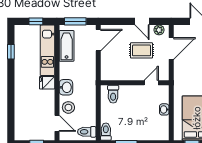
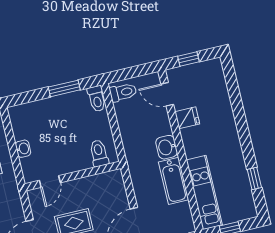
bathtub: (67, 46) -> (174, 181), moved
fridge: (47, 83) -> (187, 118), moved
stool: (68, 107) -> (156, 120), removed

